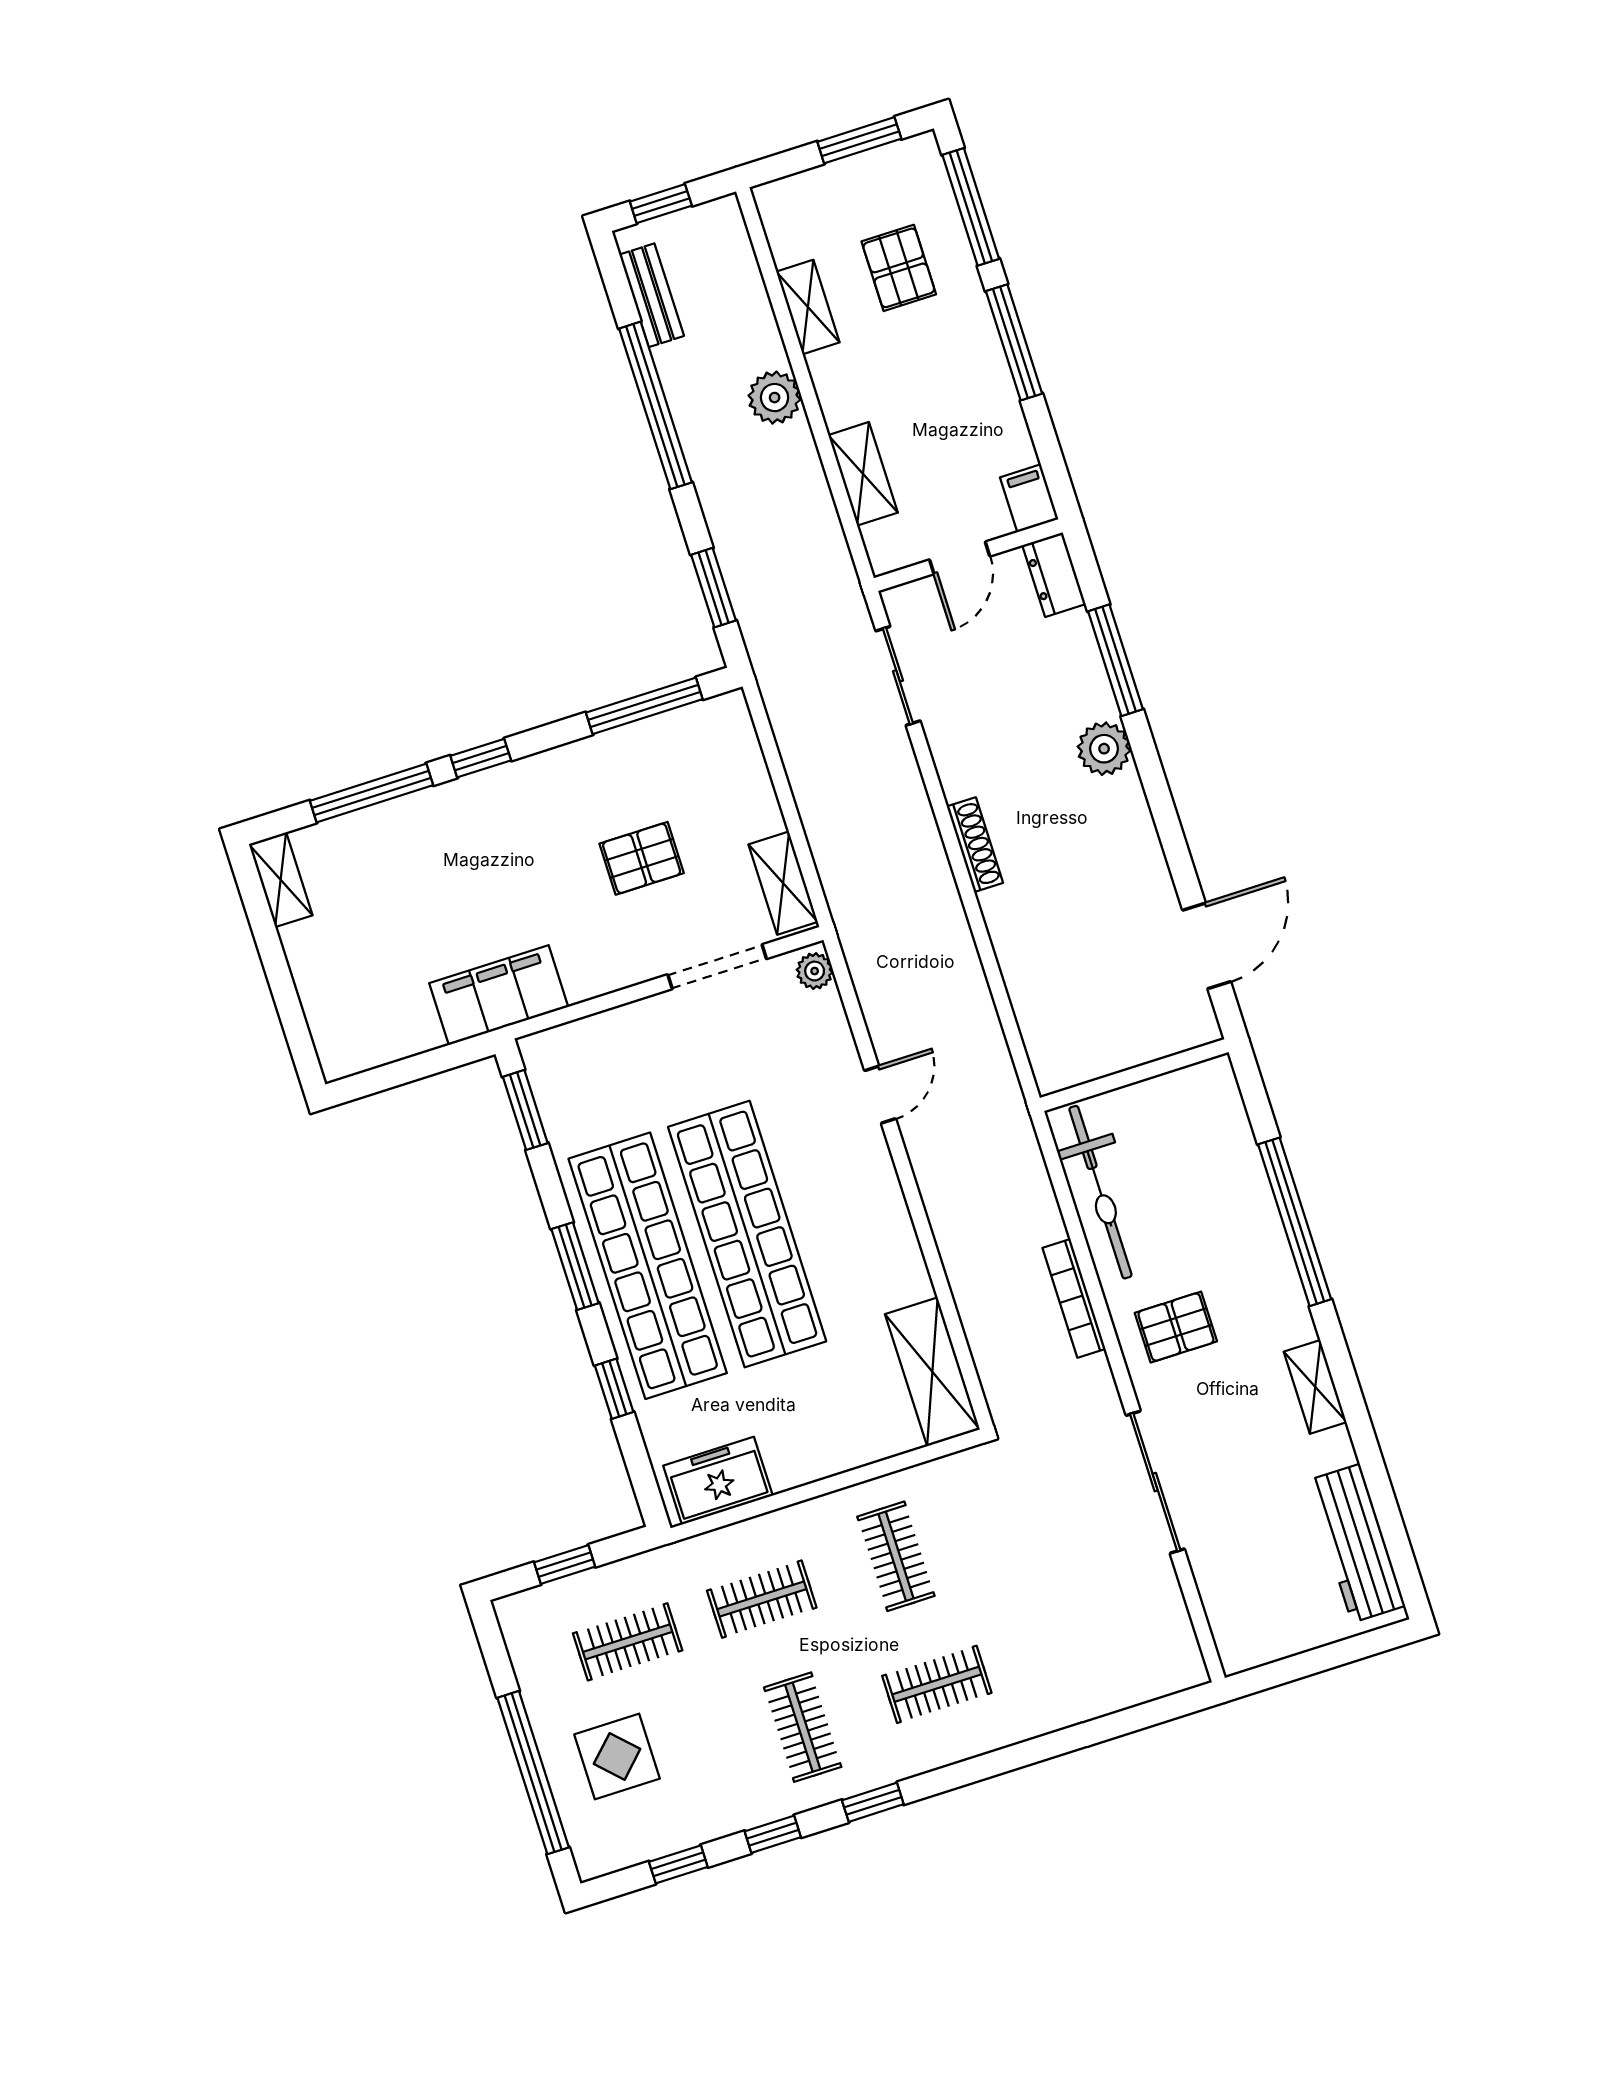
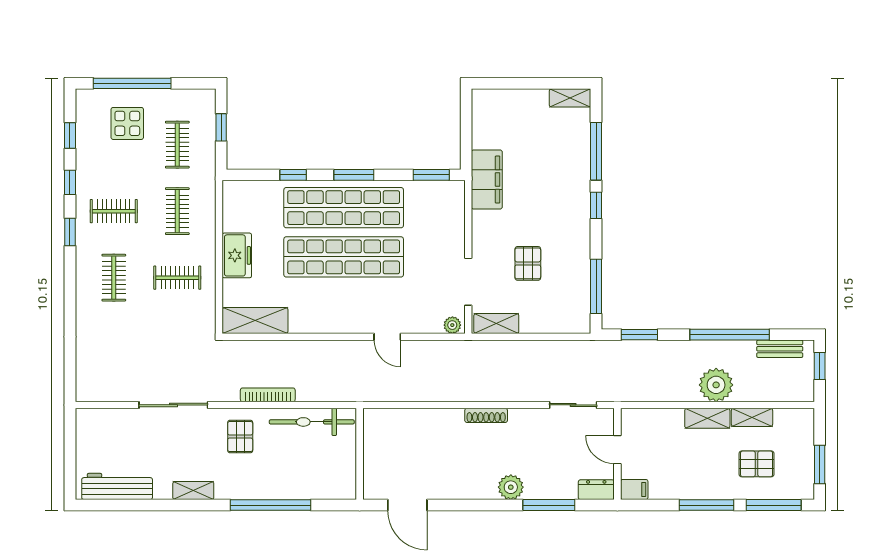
plant: (775, 398) -> (716, 385), width x1.36, depth x1.36
shelving: (863, 474) -> (707, 418), moved
freezer: (718, 1481) -> (237, 255), moved

